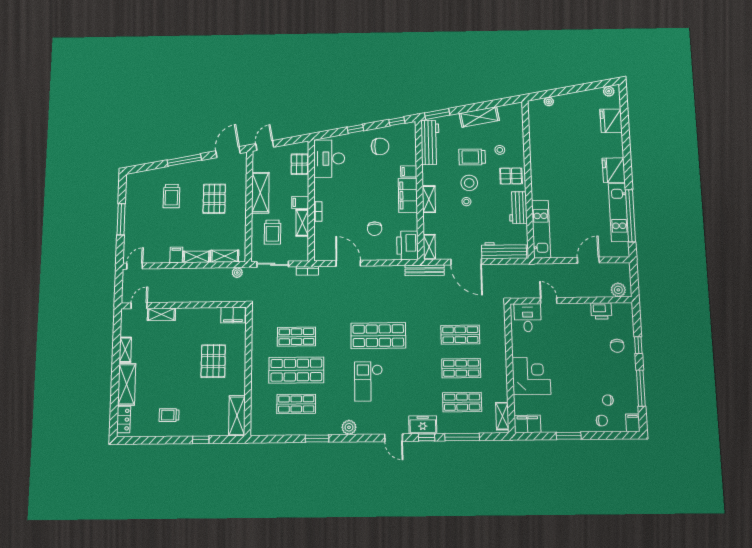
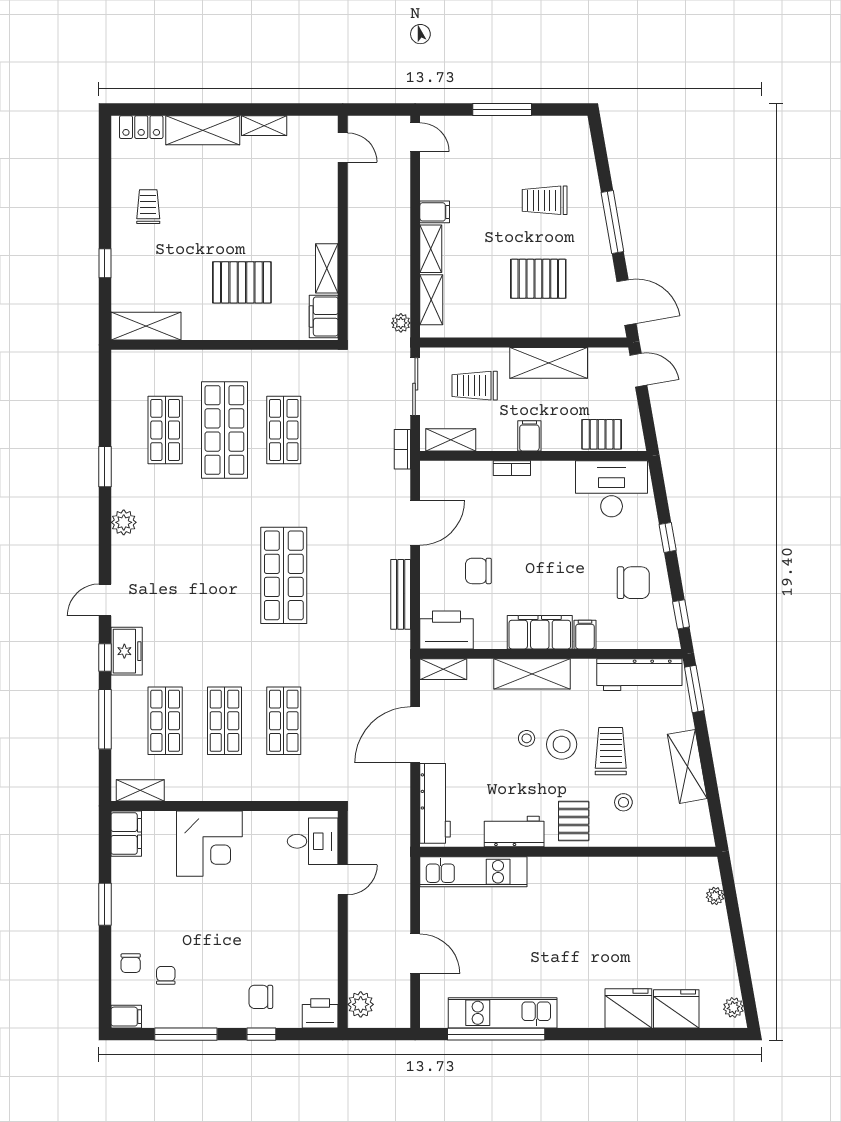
chair: (380, 146) -> (633, 583), turned -90
fridge: (614, 170) -> (628, 1008), moved
shelving: (429, 199) -> (532, 674), width x1.50, depth x1.33
shelving: (302, 223) -> (451, 440), moved
bench: (425, 270) -> (401, 594), moved
printer: (601, 311) -> (320, 1013), moved, turned 90
shelving: (161, 314) -> (327, 268), moved
checkout: (369, 381) -> (203, 557), removed

